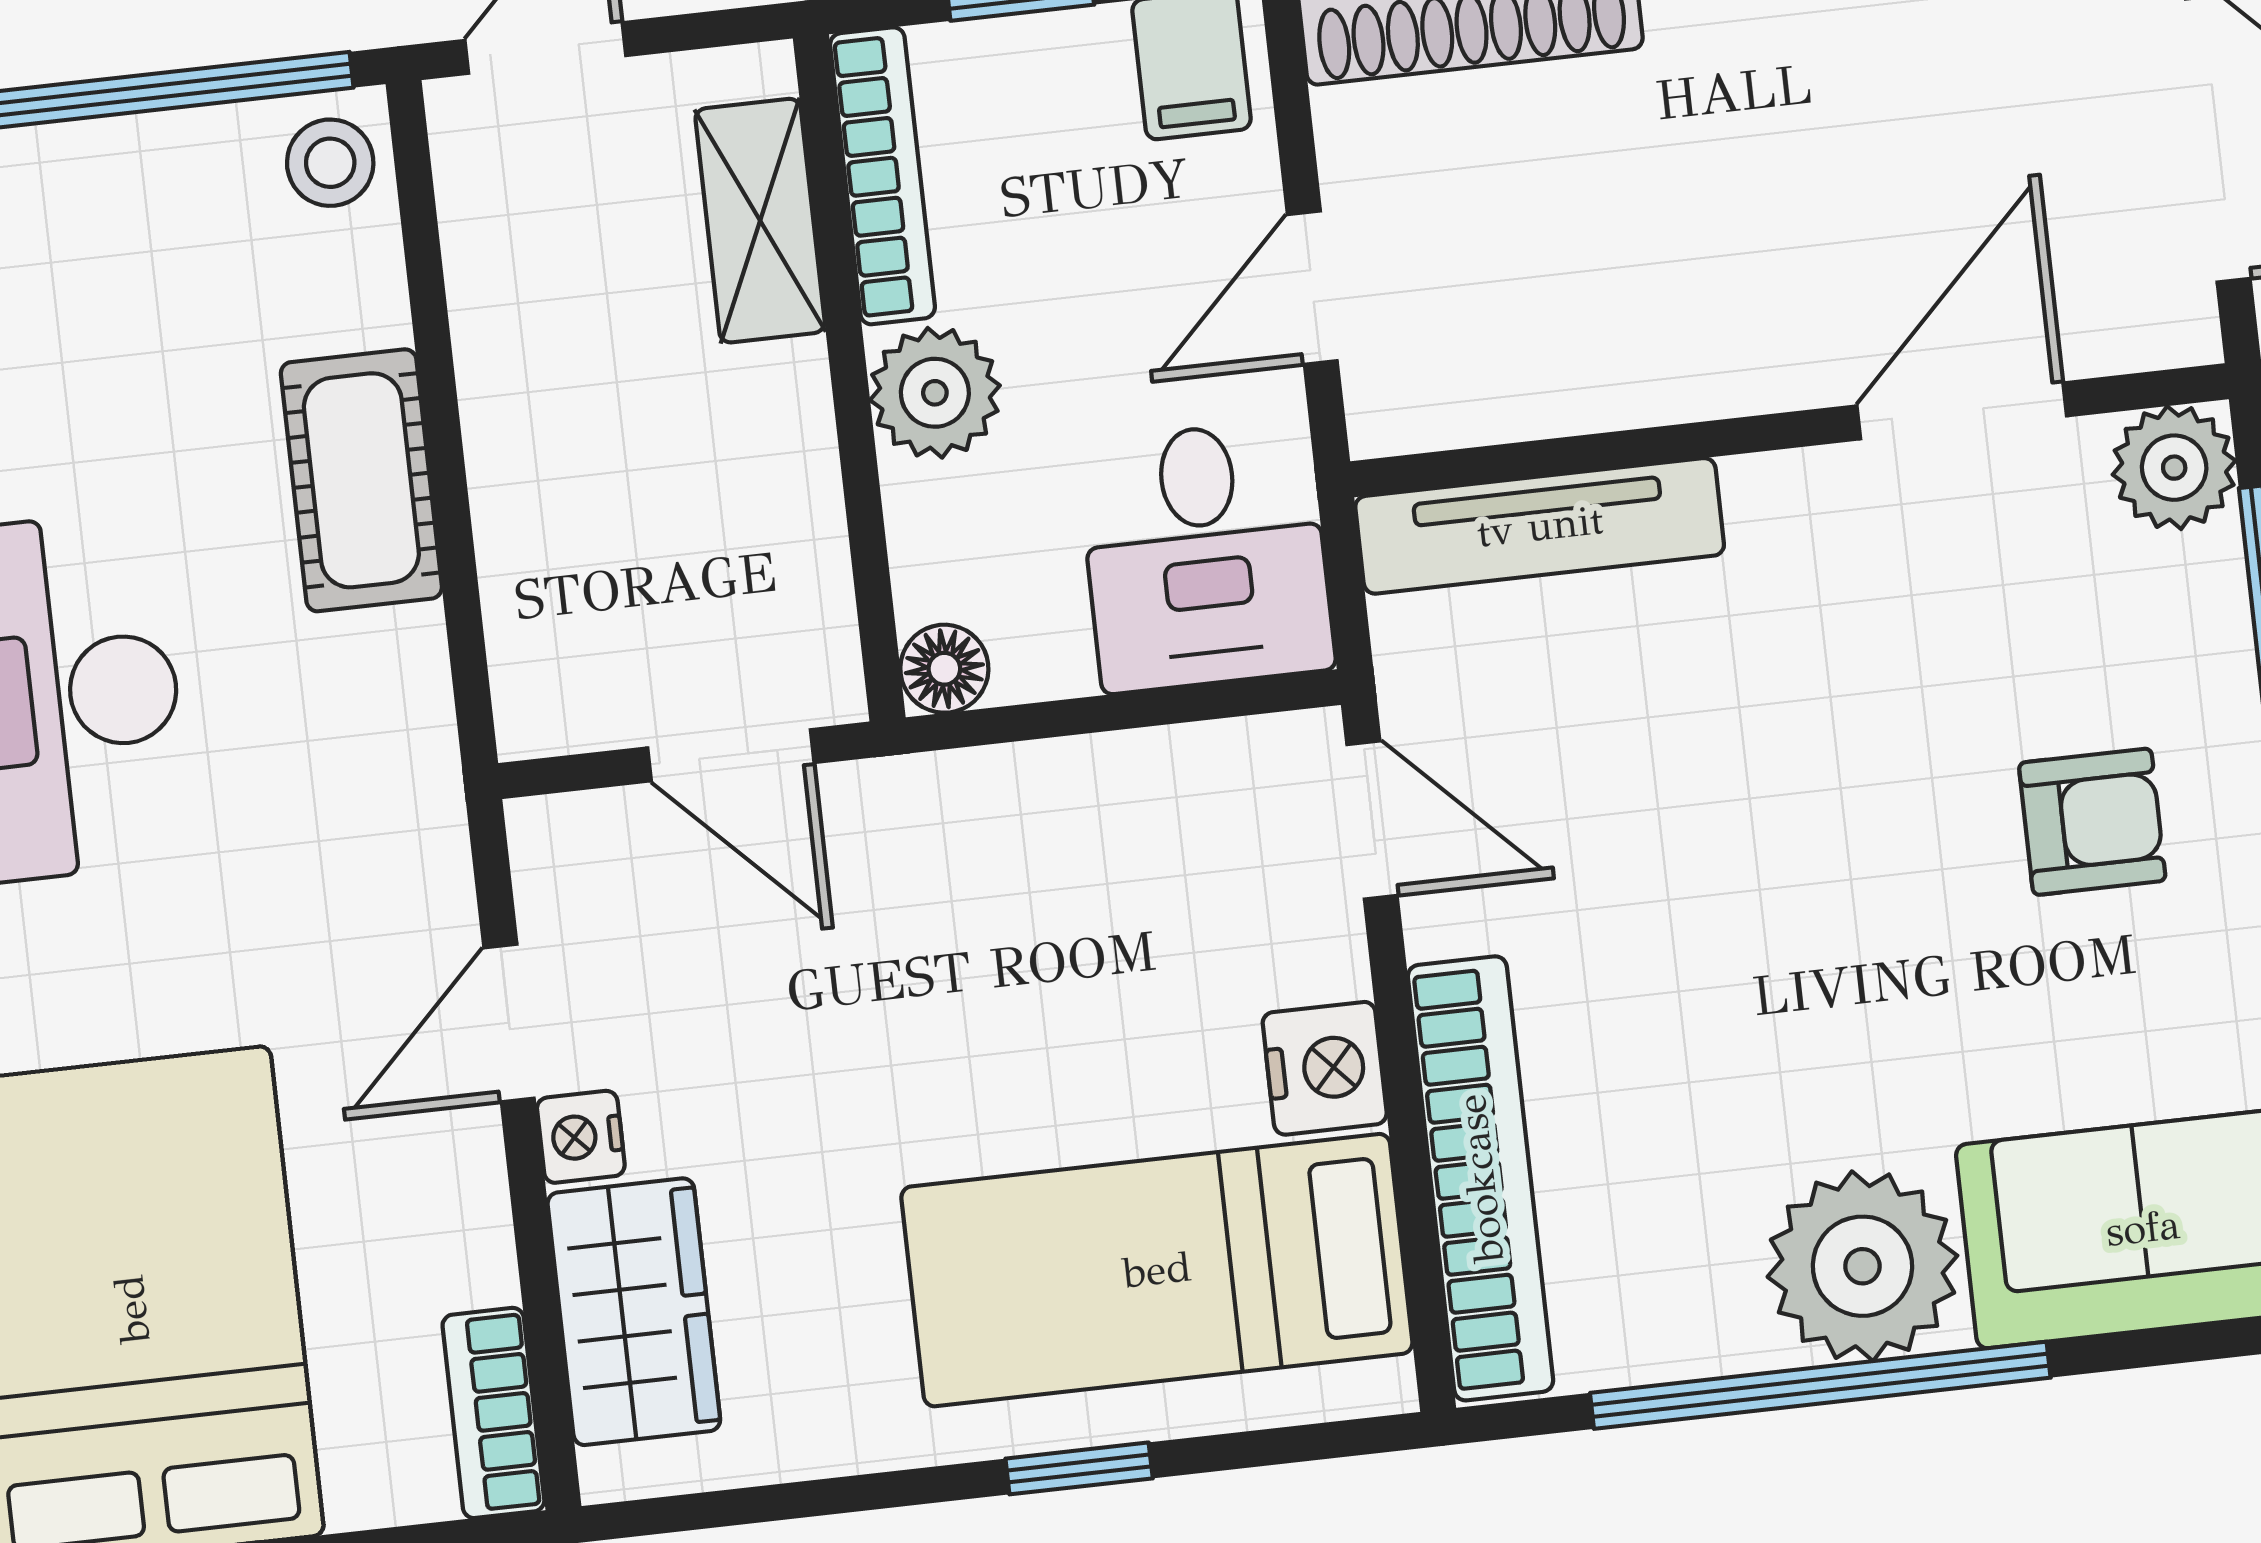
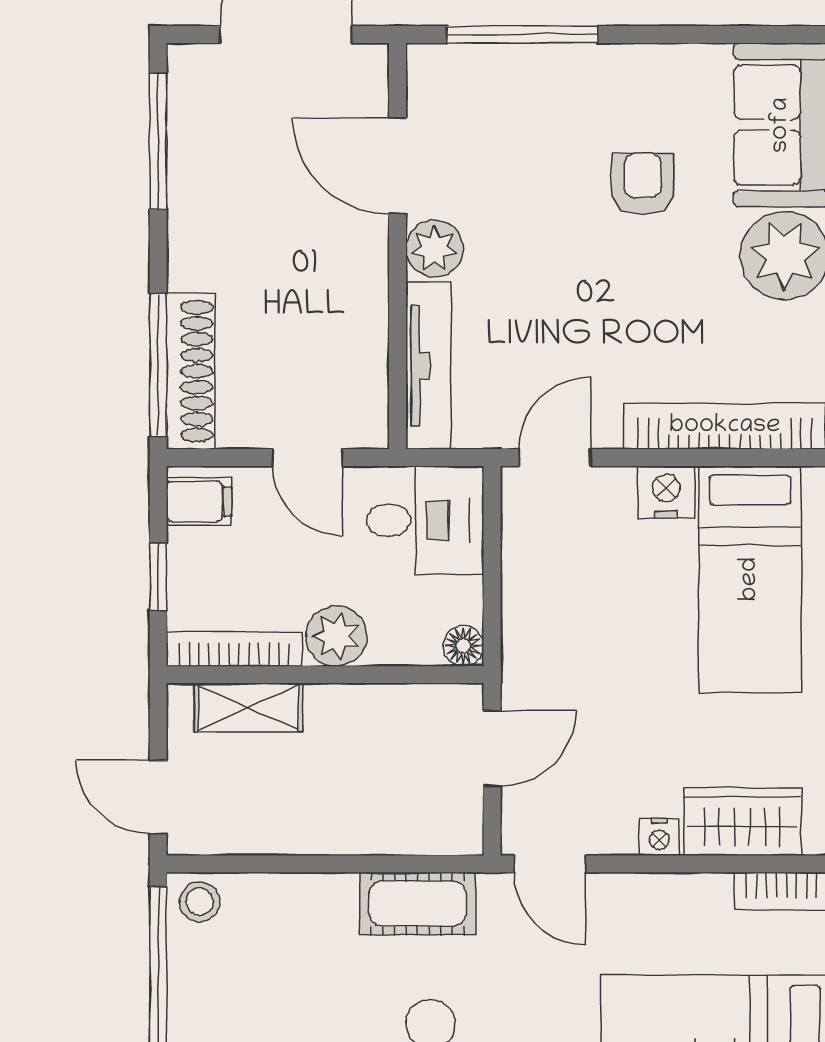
plant: (2174, 468) -> (434, 249), moved
cot: (361, 480) -> (418, 904), moved
armchair: (2092, 822) -> (643, 184), moved
door: (509, 1023) -> (550, 864), moved

